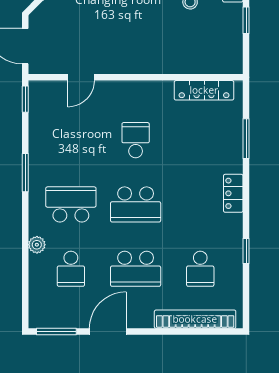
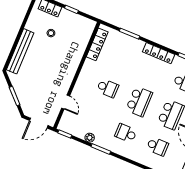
school desk: (136, 140) -> (108, 88), turned 180
locker: (233, 193) -> (159, 53), width x1.53
school desk: (71, 204) -> (126, 133), width x0.54
plant: (37, 245) -> (90, 138), moved

